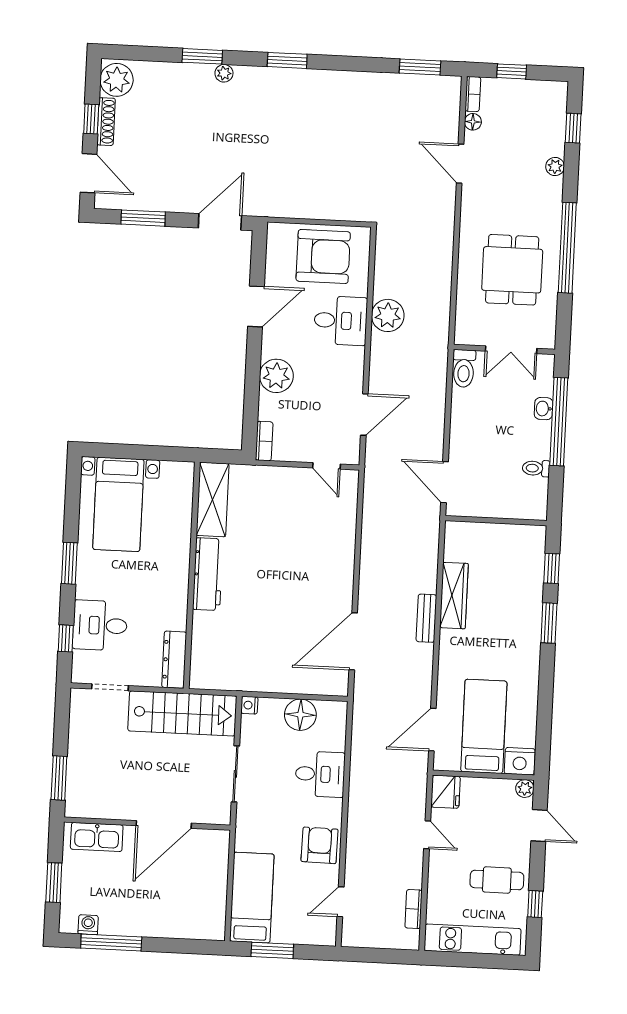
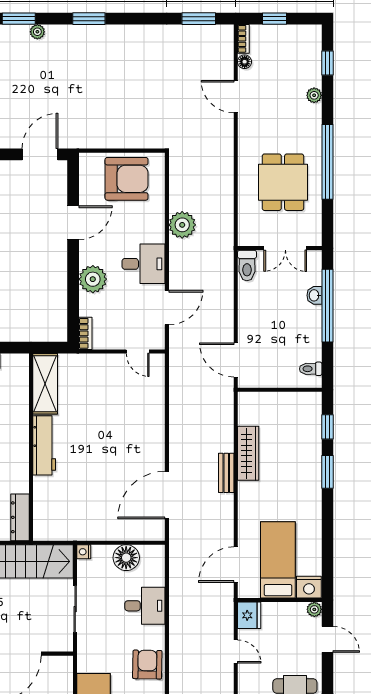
desk: (341, 321) -> (143, 264), moved
toilet: (536, 468) -> (311, 369), moved

